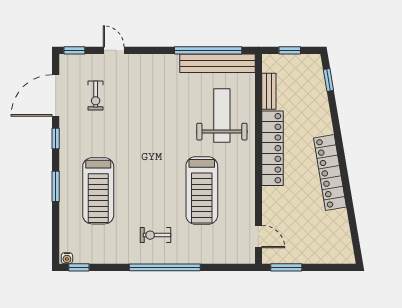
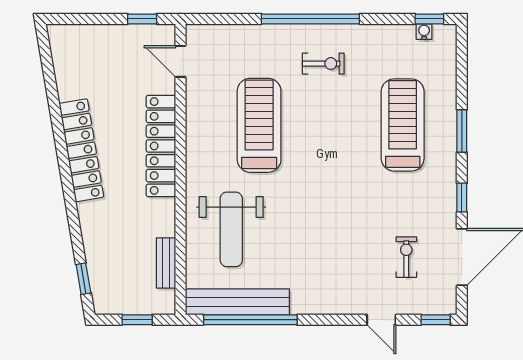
locker: (273, 148) -> (161, 146), moved
water cooler: (67, 258) -> (424, 32), moved
window: (286, 267) -> (142, 19), width x0.67

